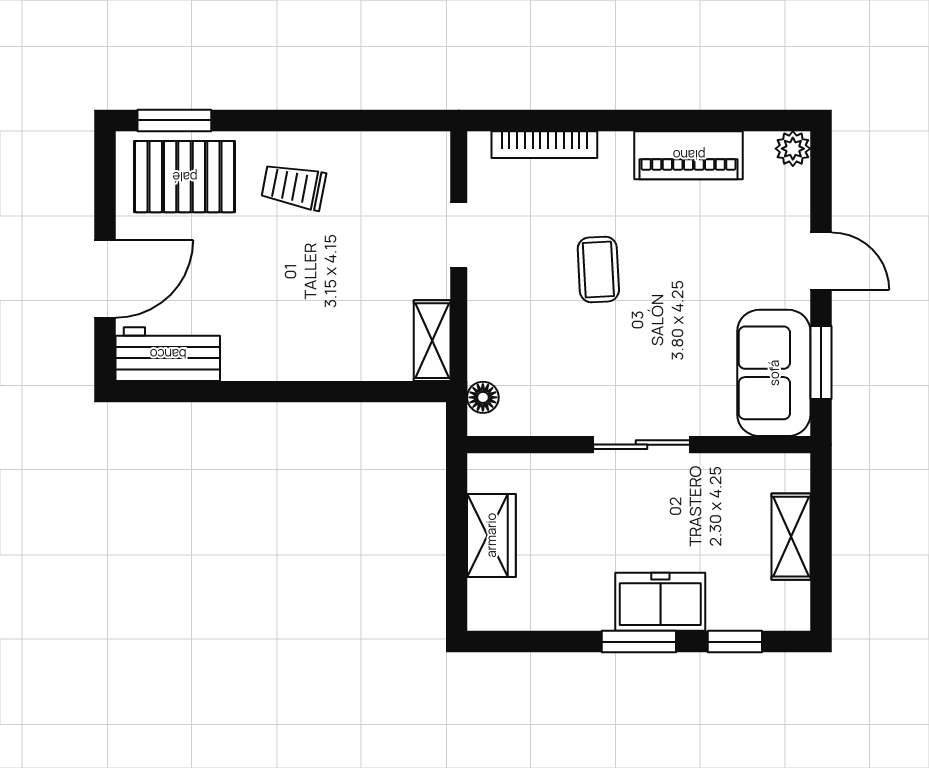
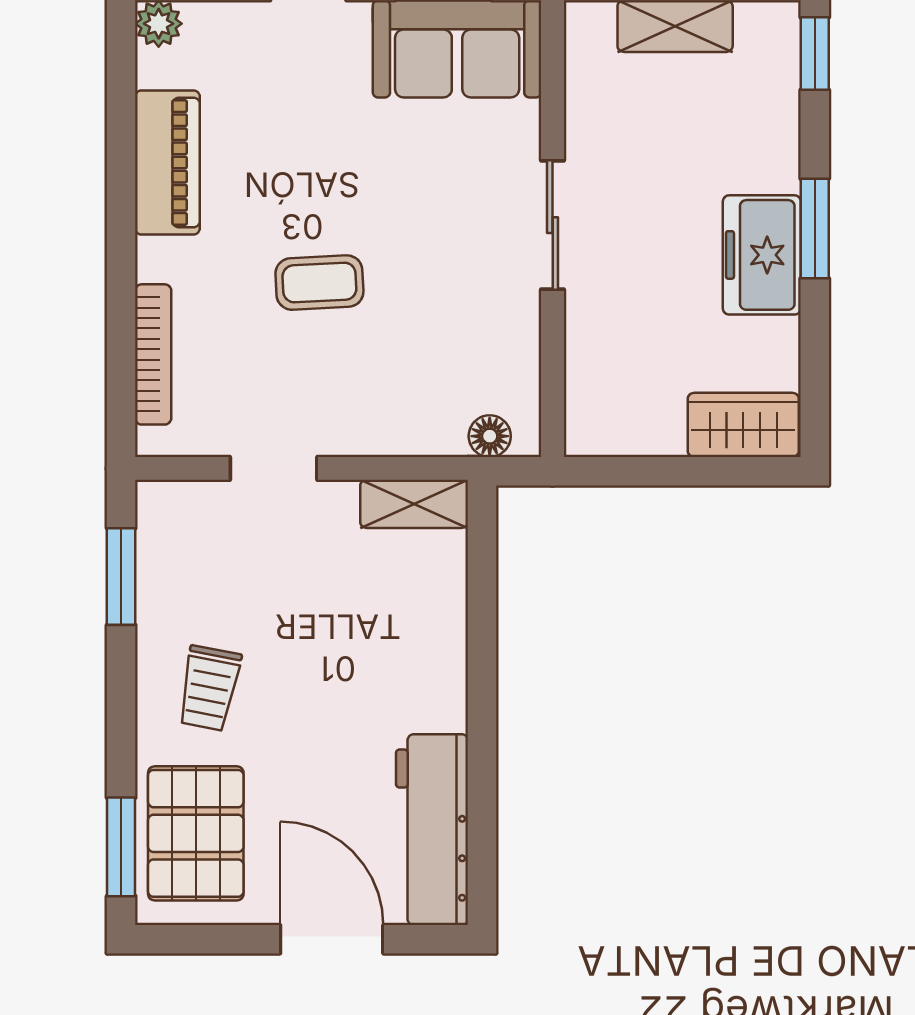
window: (377, 120) -> (121, 577), added
workbench: (168, 354) -> (432, 830), width x1.37
wardrobe: (491, 535) -> (743, 425), moved
freezer: (660, 602) -> (762, 255), moved
window: (735, 642) -> (815, 54), moved

